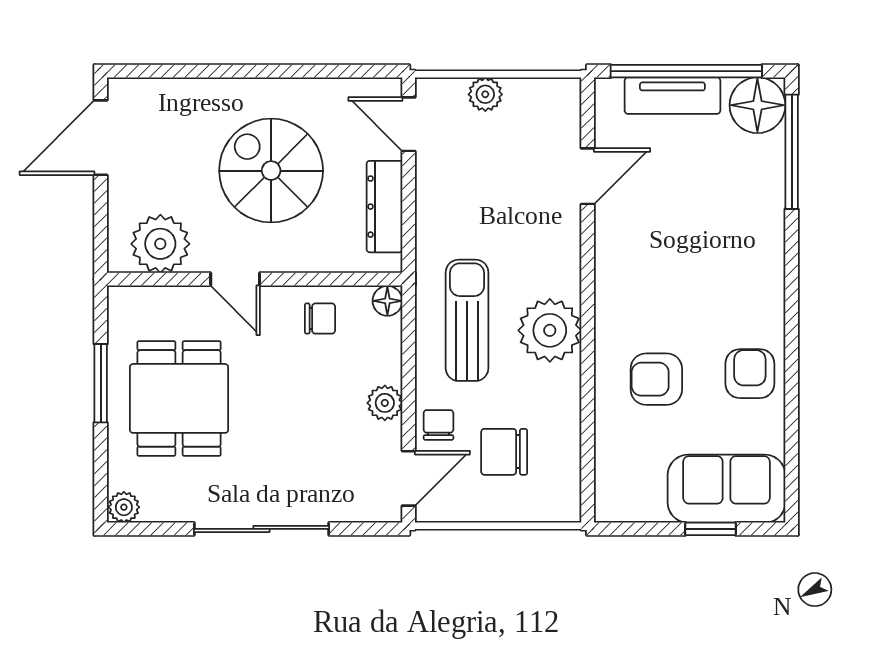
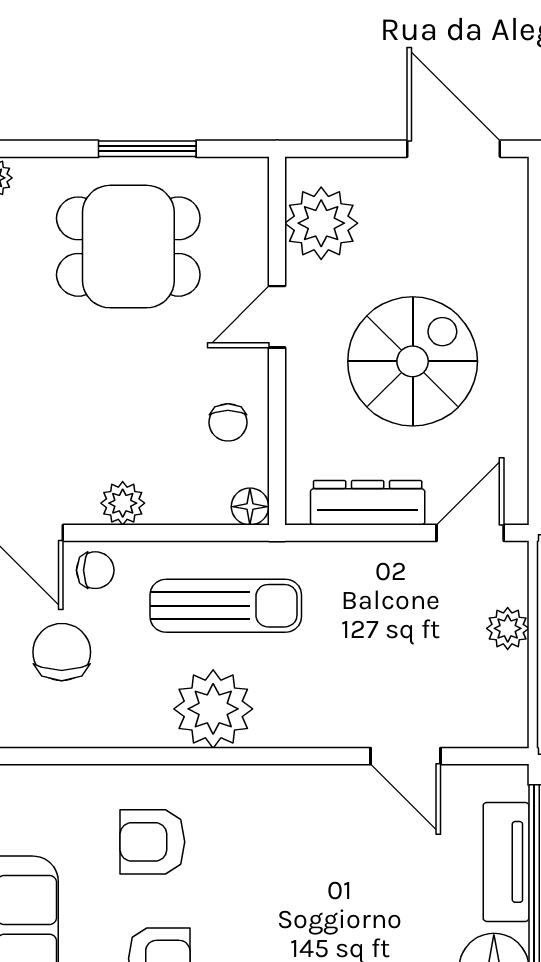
armchair: (656, 379) -> (152, 842), turned -90

